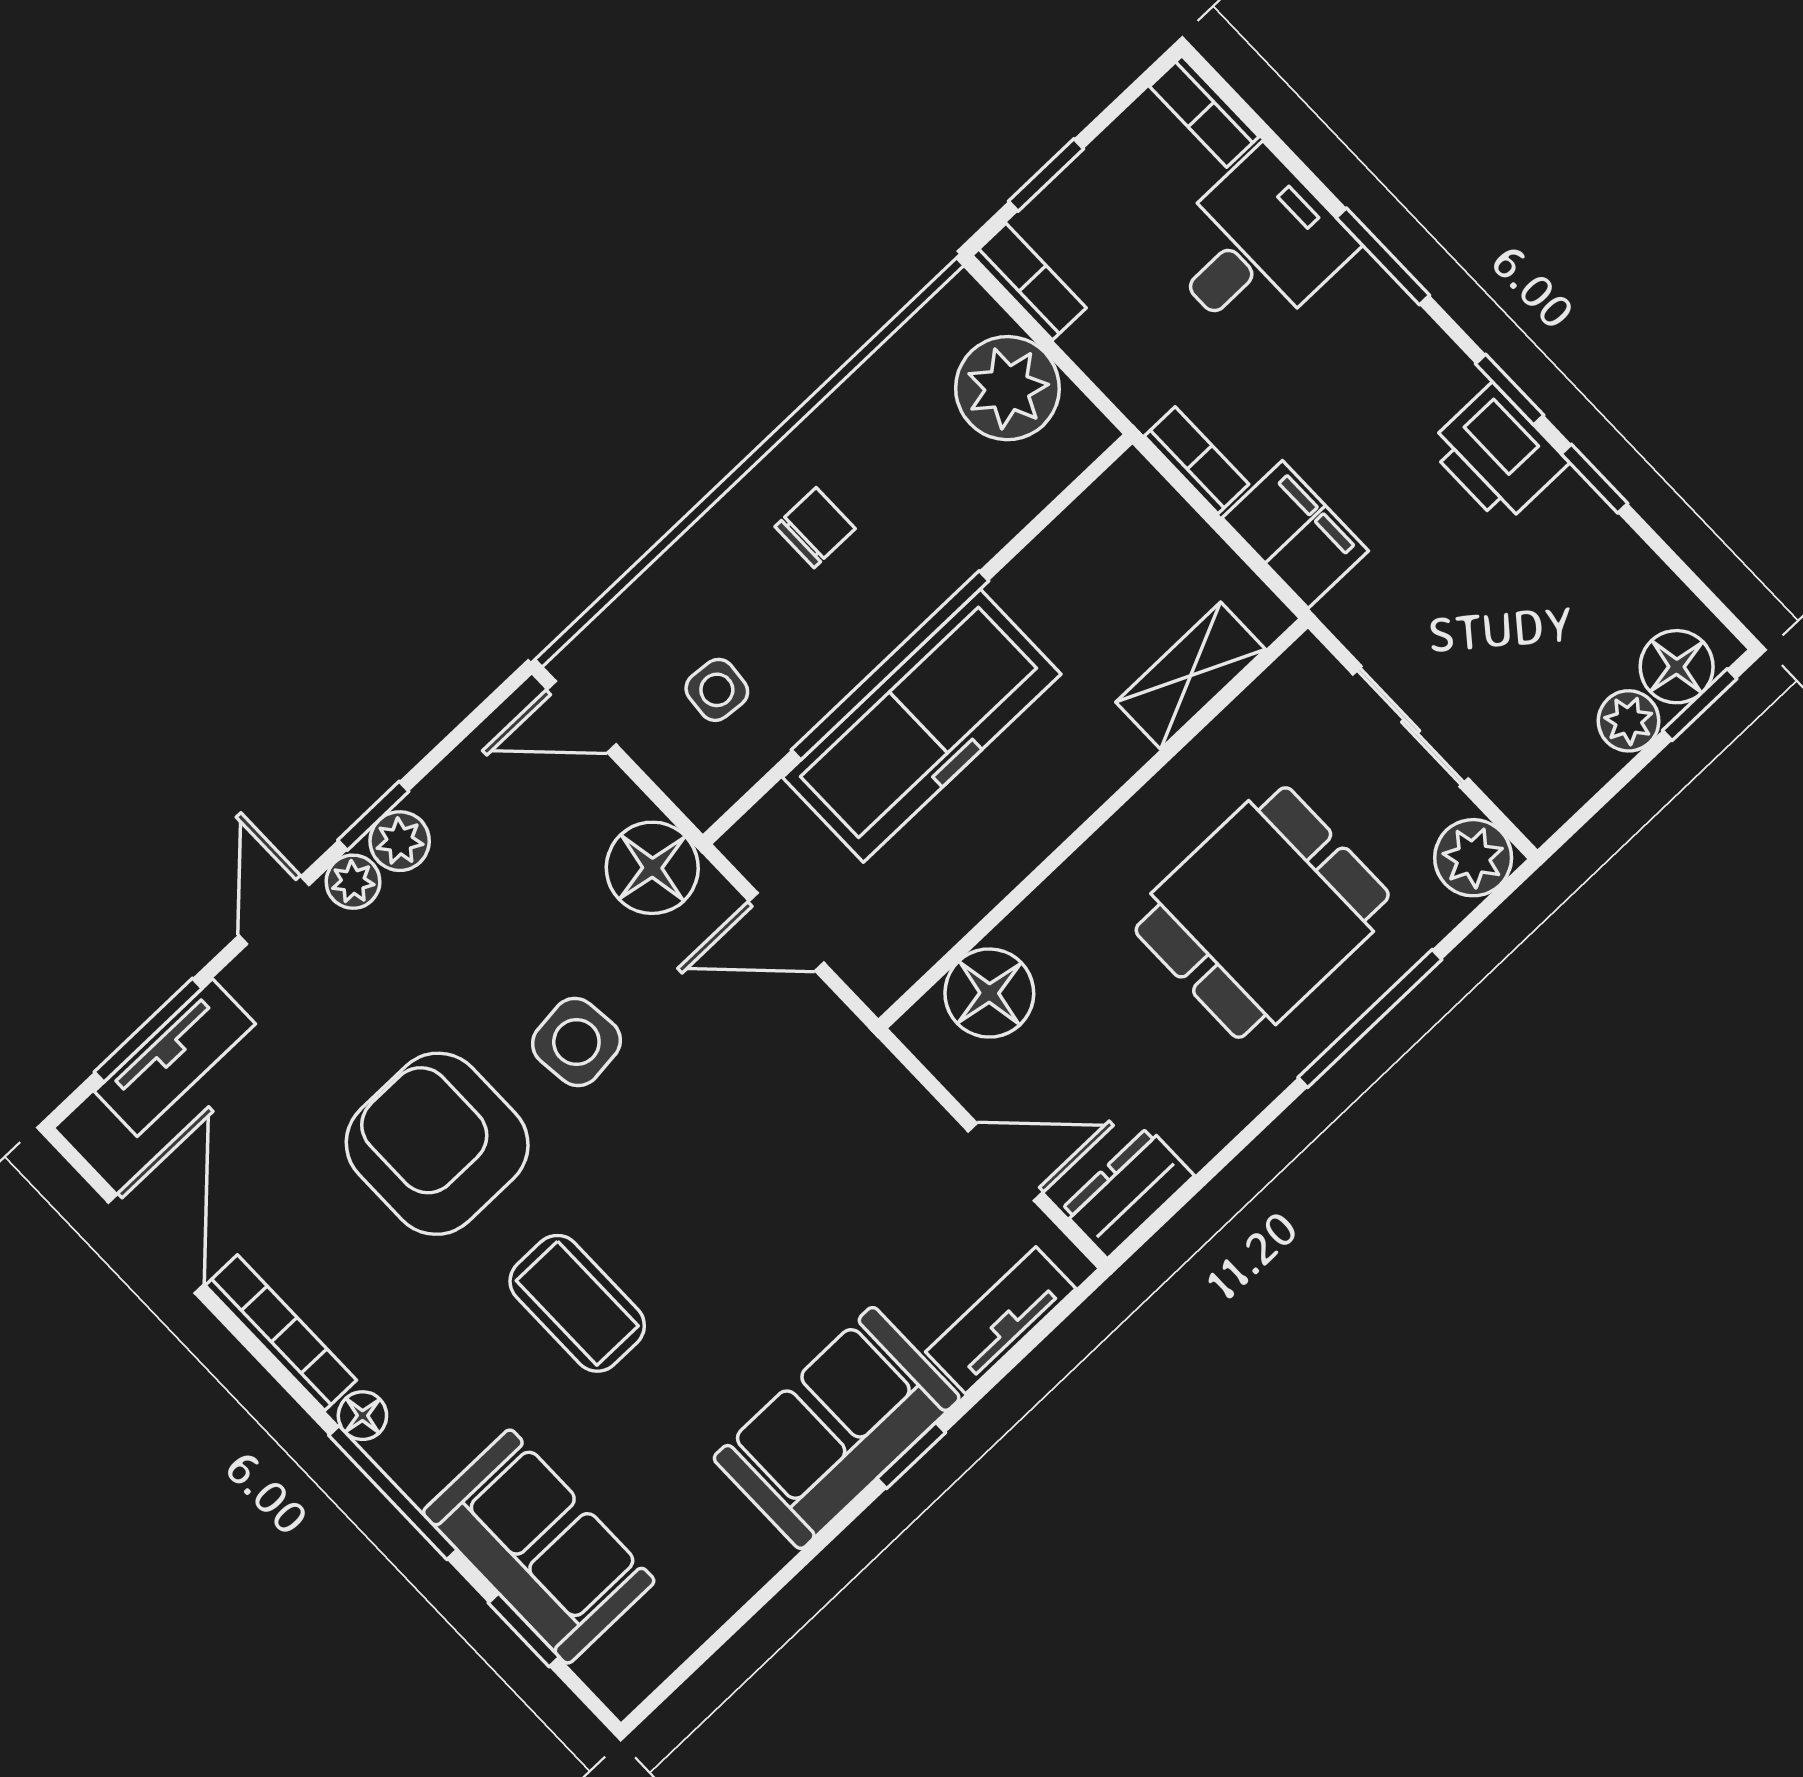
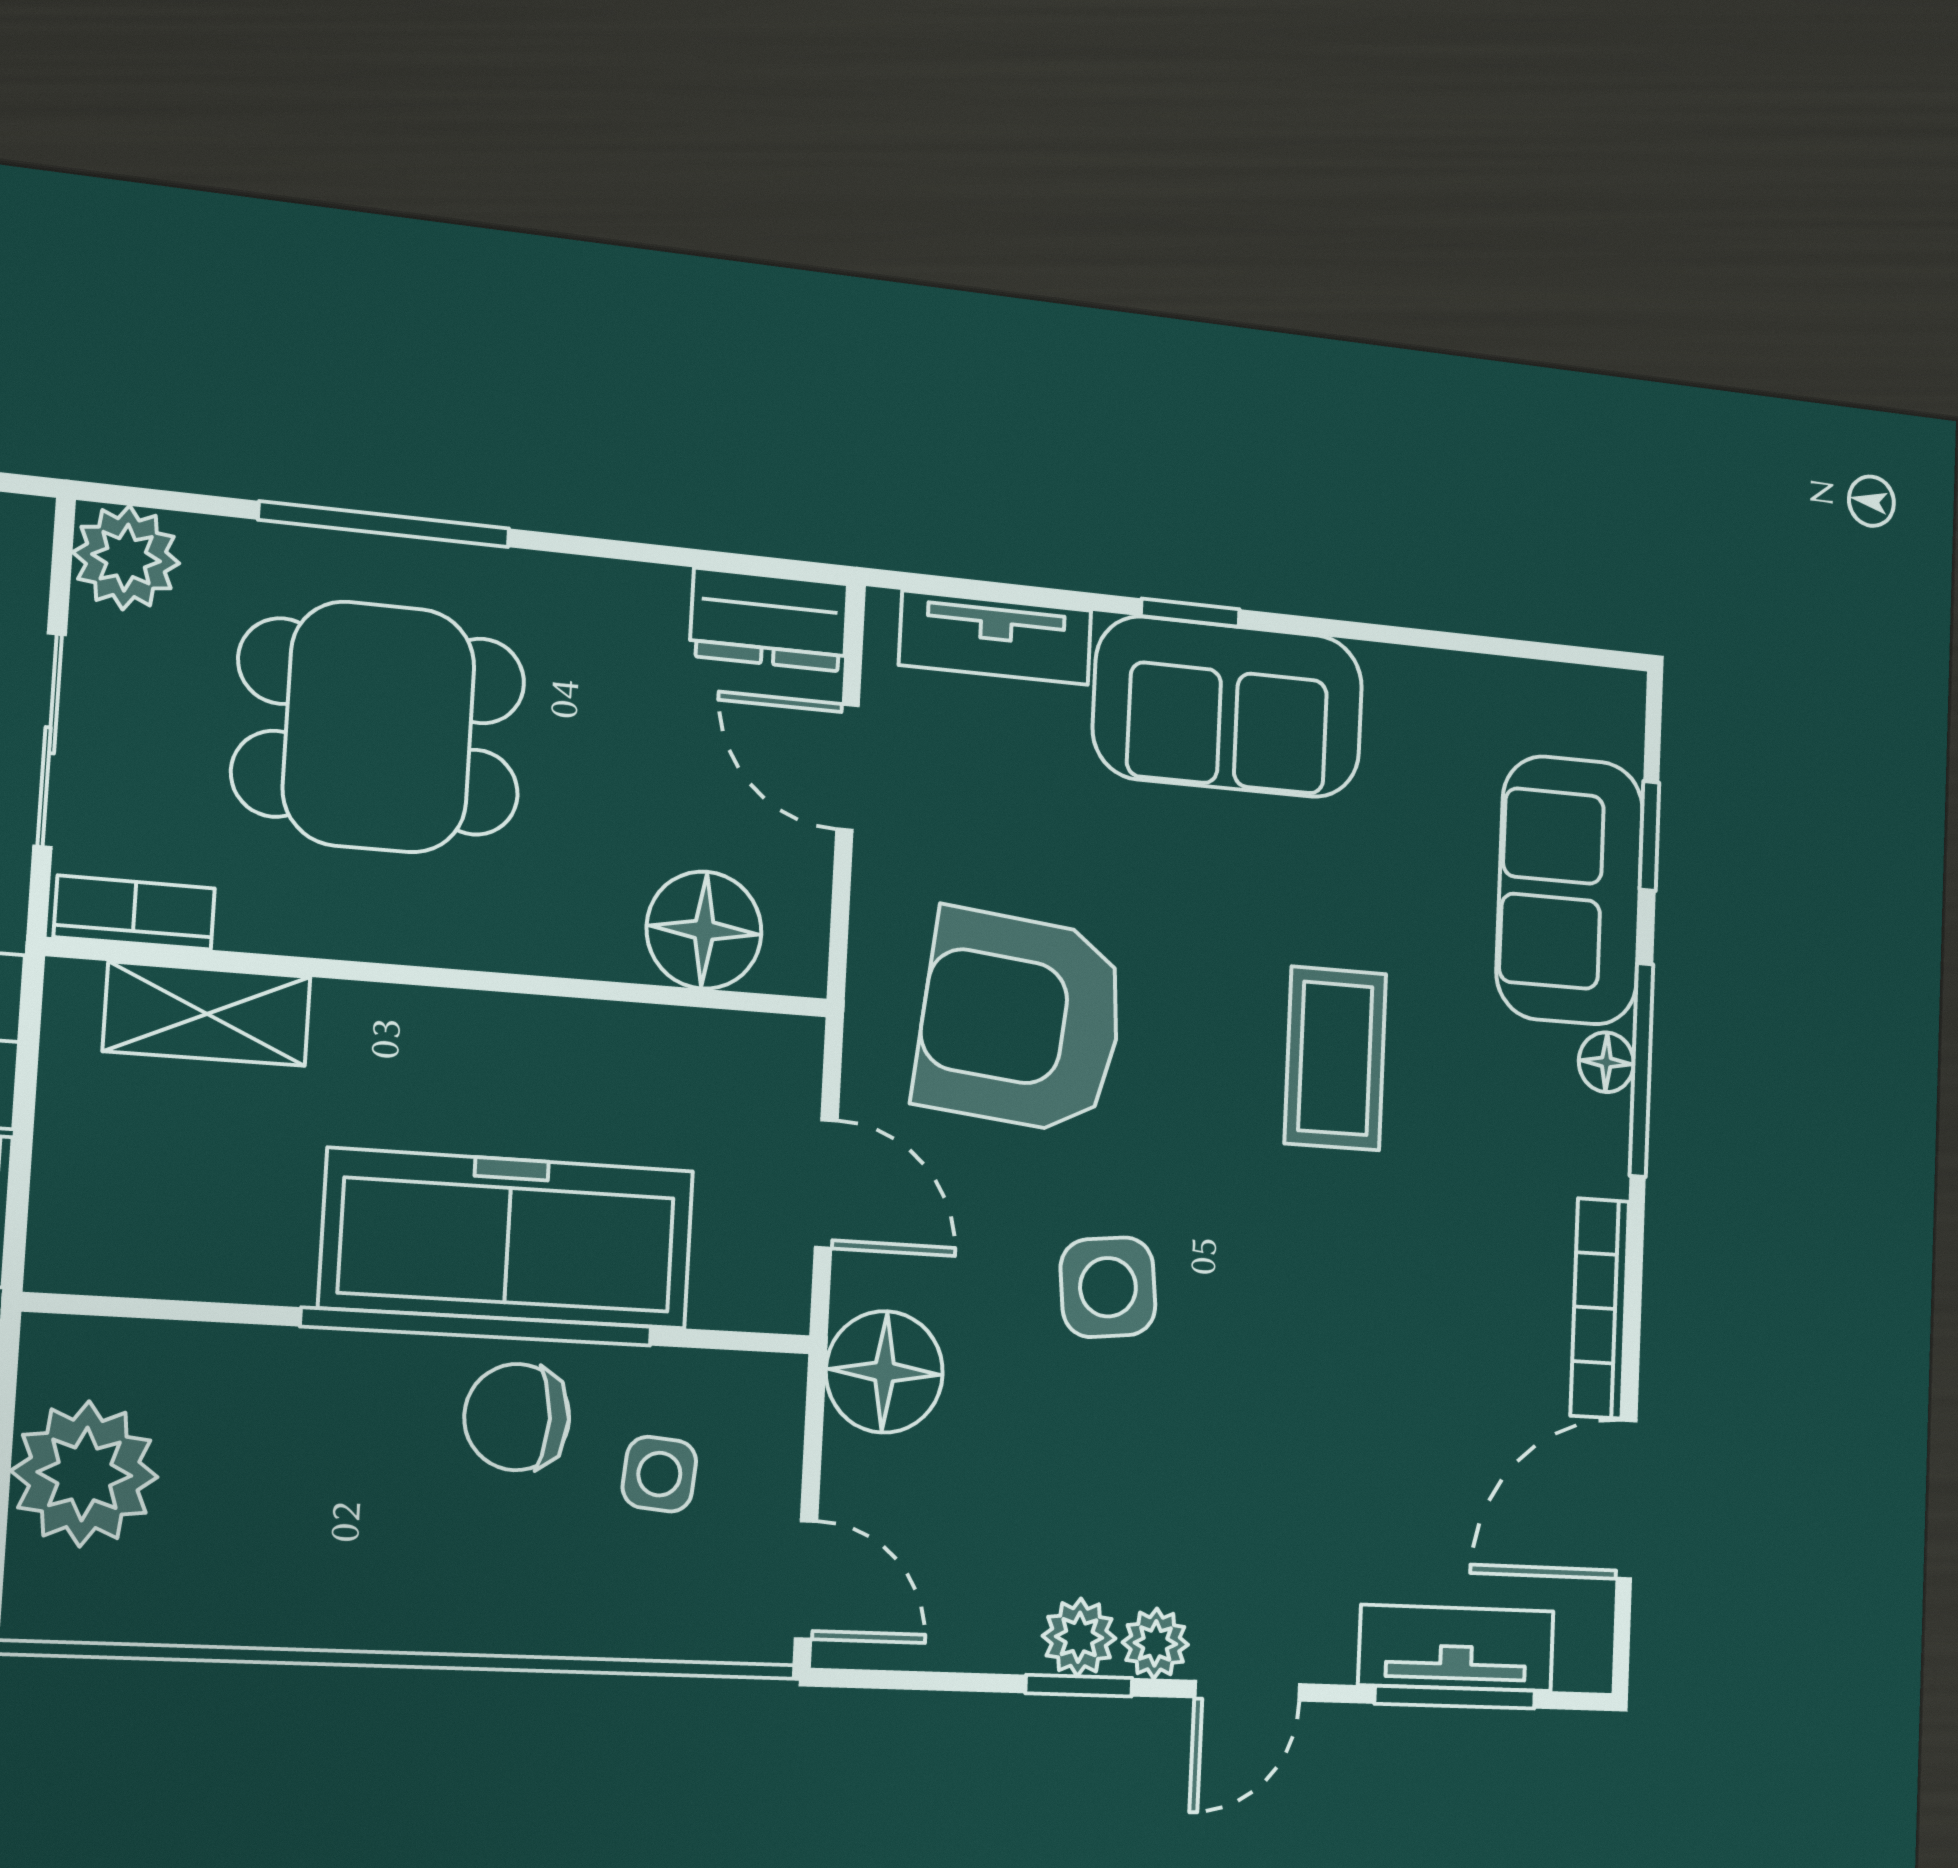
chair: (815, 528) -> (517, 1417), moved, width x1.37, depth x1.37
bookcase: (1279, 687) -> (134, 913), added
armchair: (437, 1144) -> (1021, 1021), moved, turned 96
floor lamp: (362, 1416) -> (1606, 1062), moved

